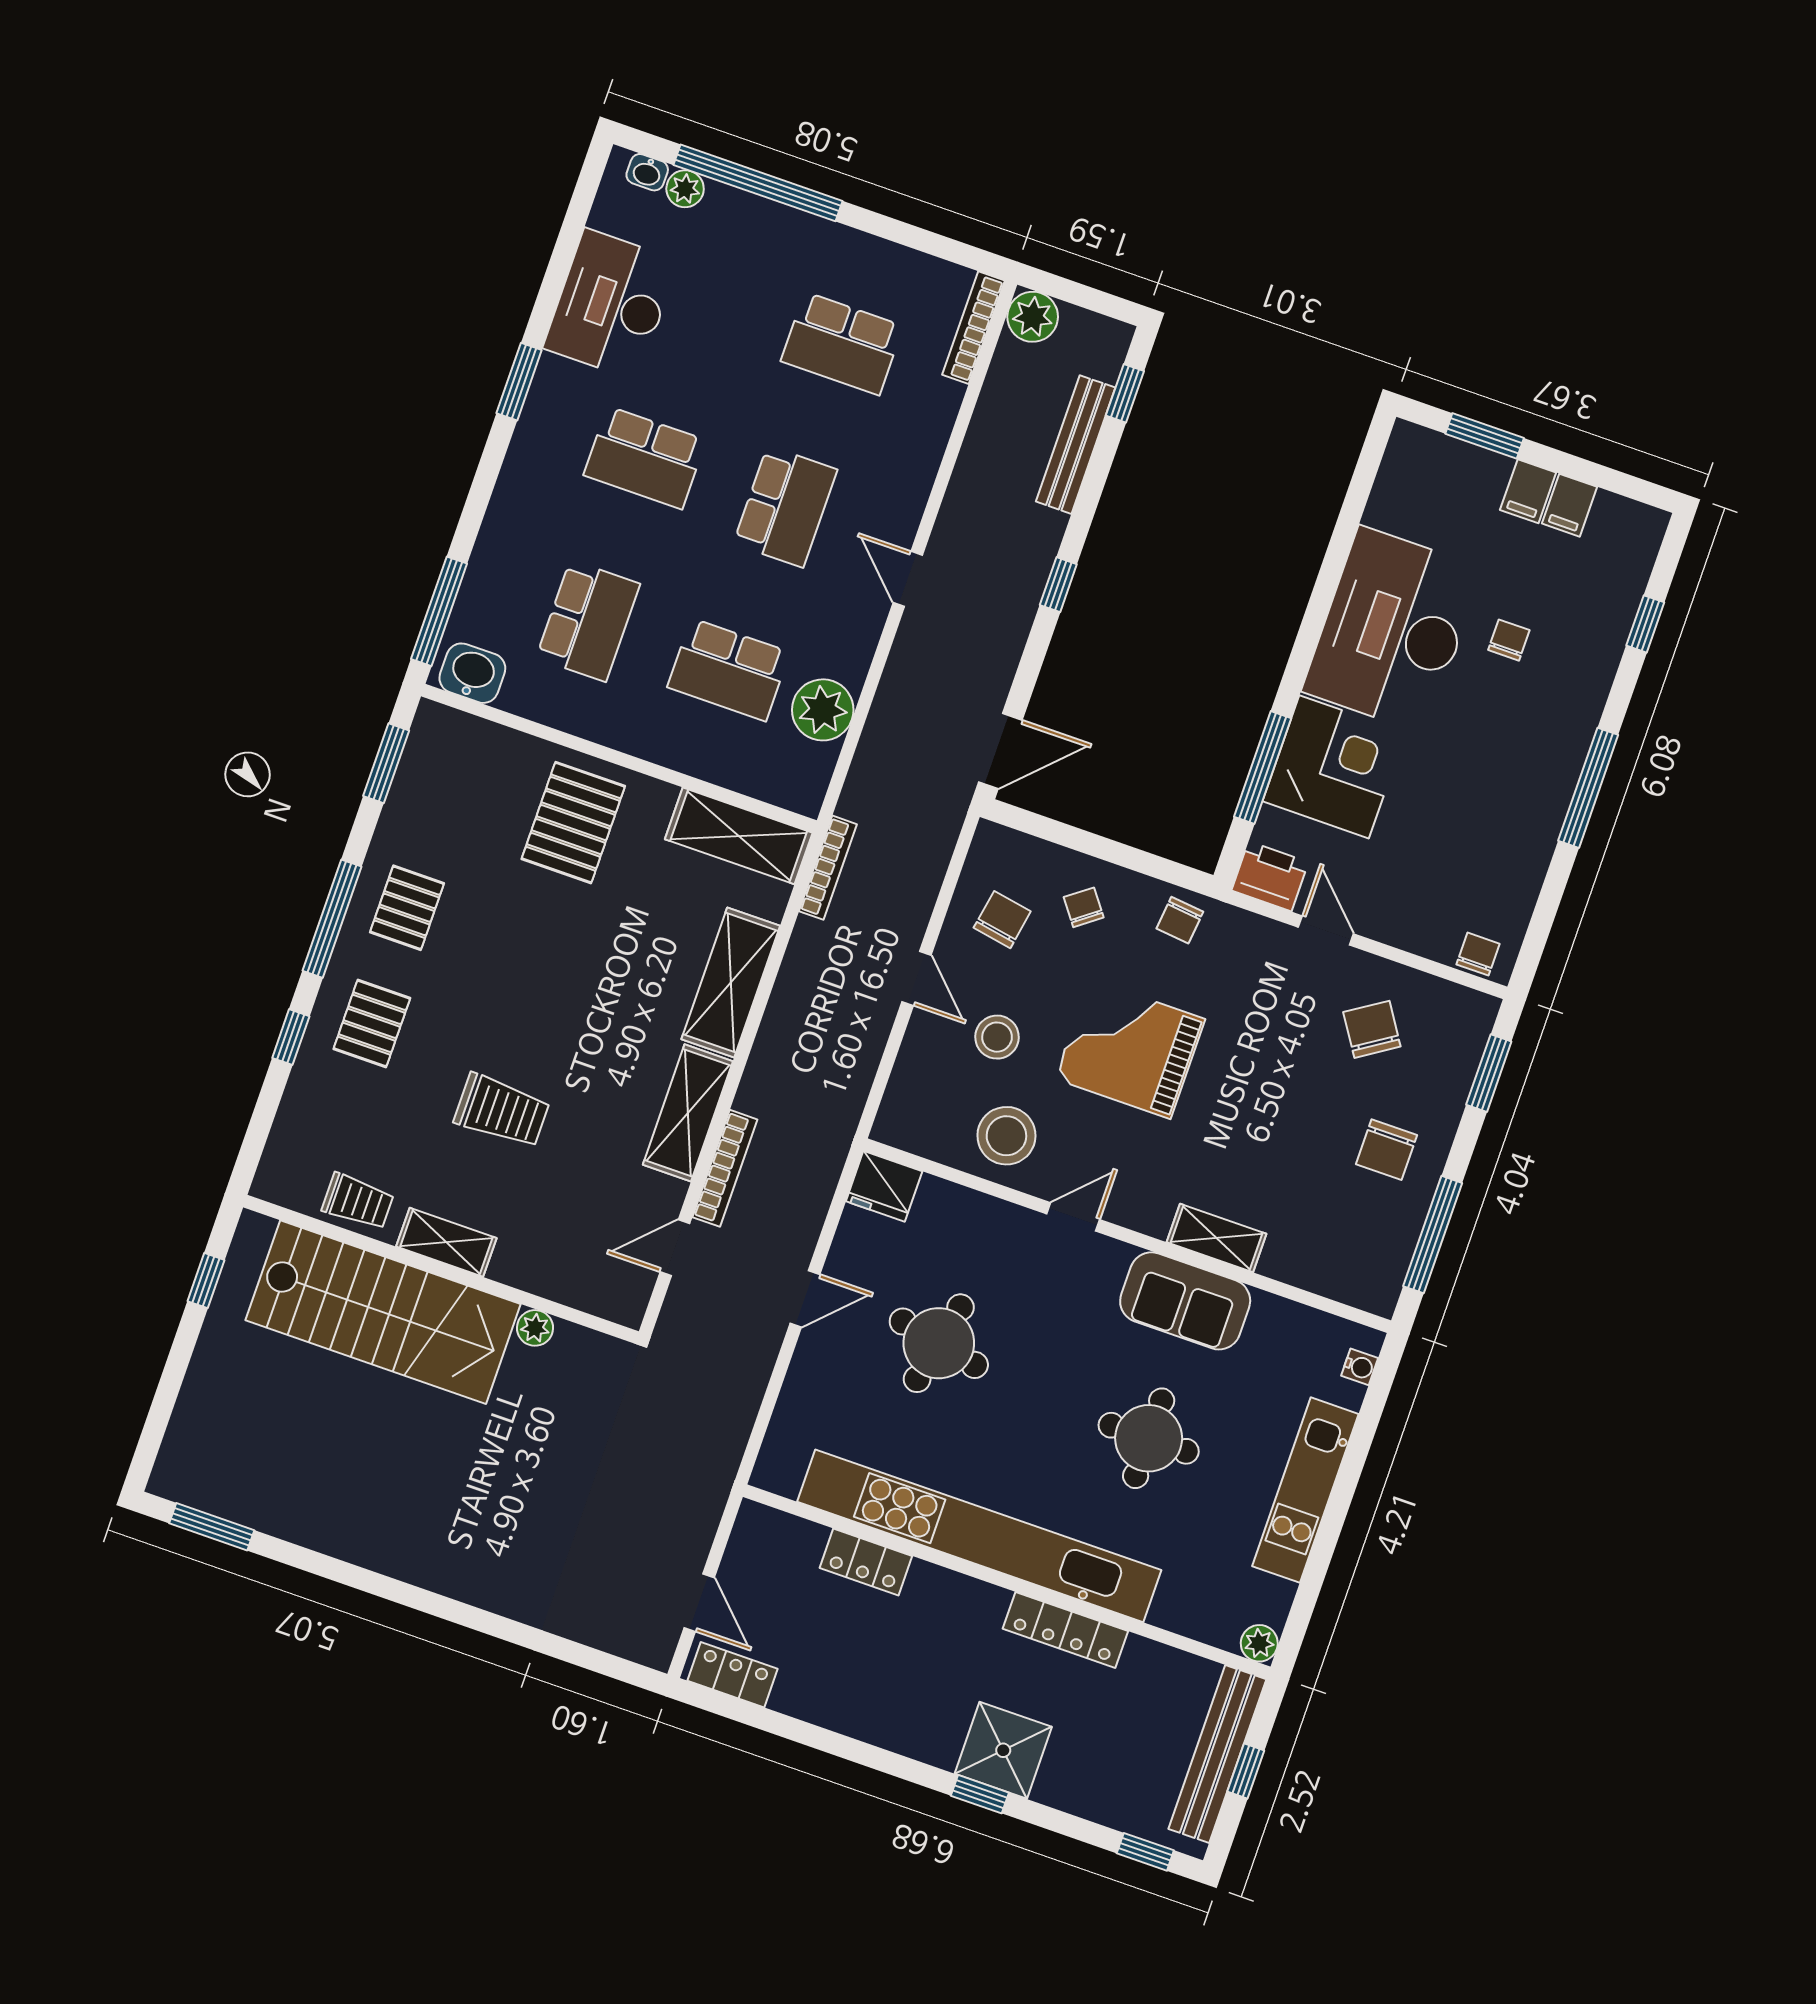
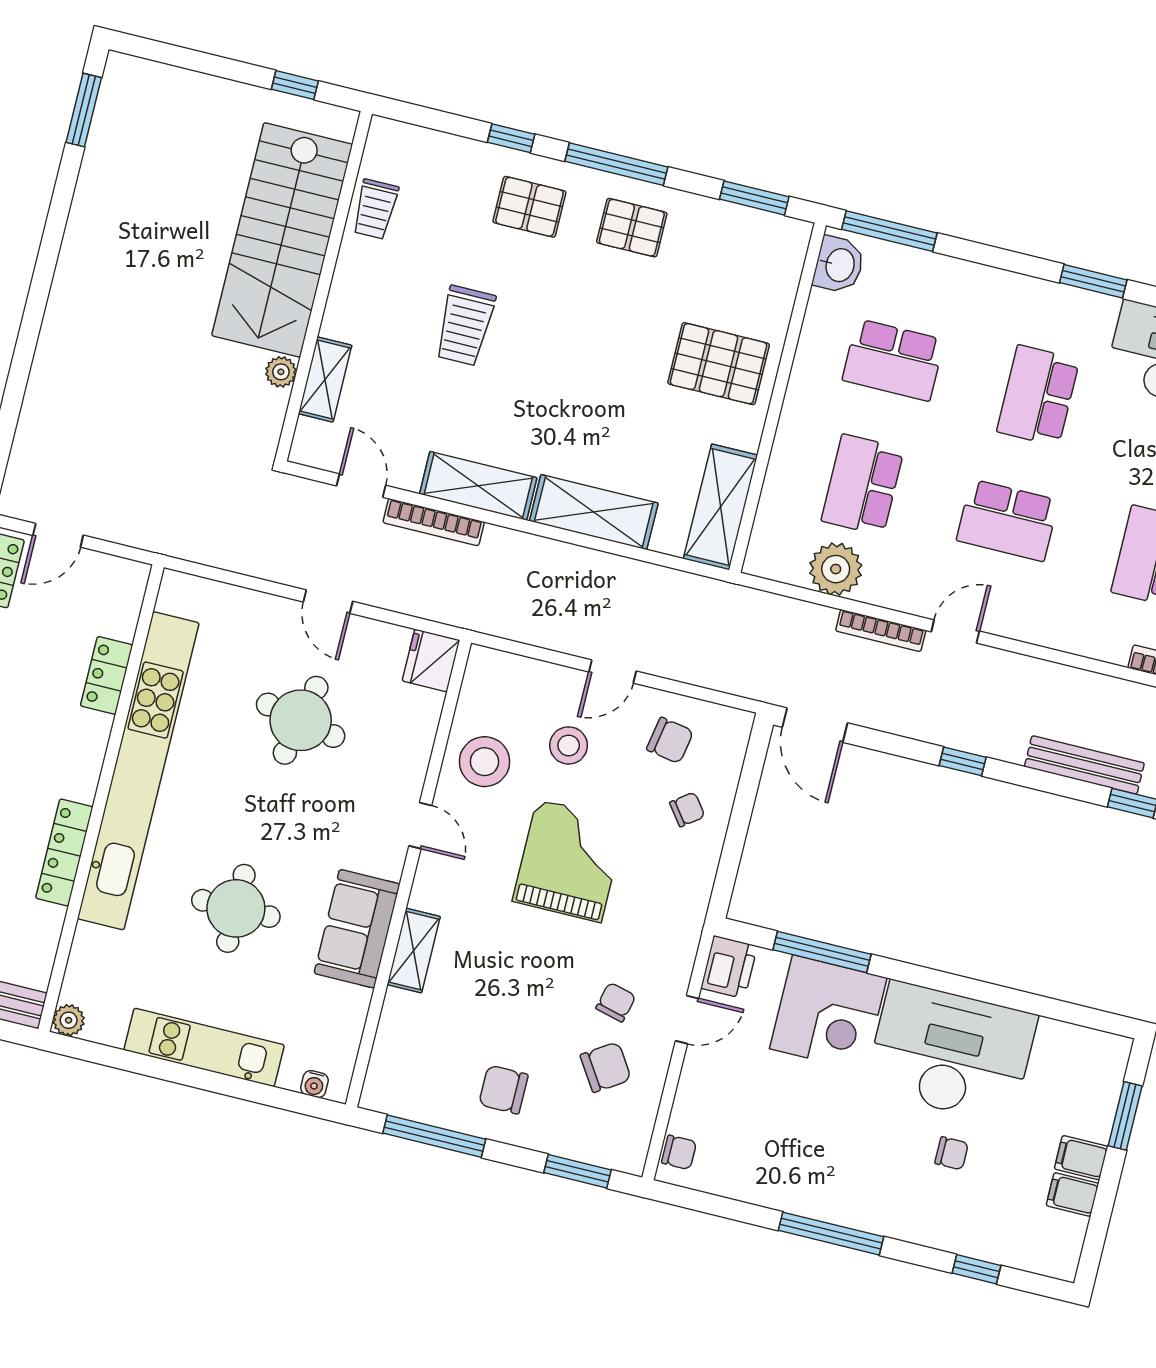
bookcase: (828, 868) -> (881, 631), moved
chair: (1180, 920) -> (616, 1002), moved, turned 98
shelving: (446, 1242) -> (325, 379), moved

